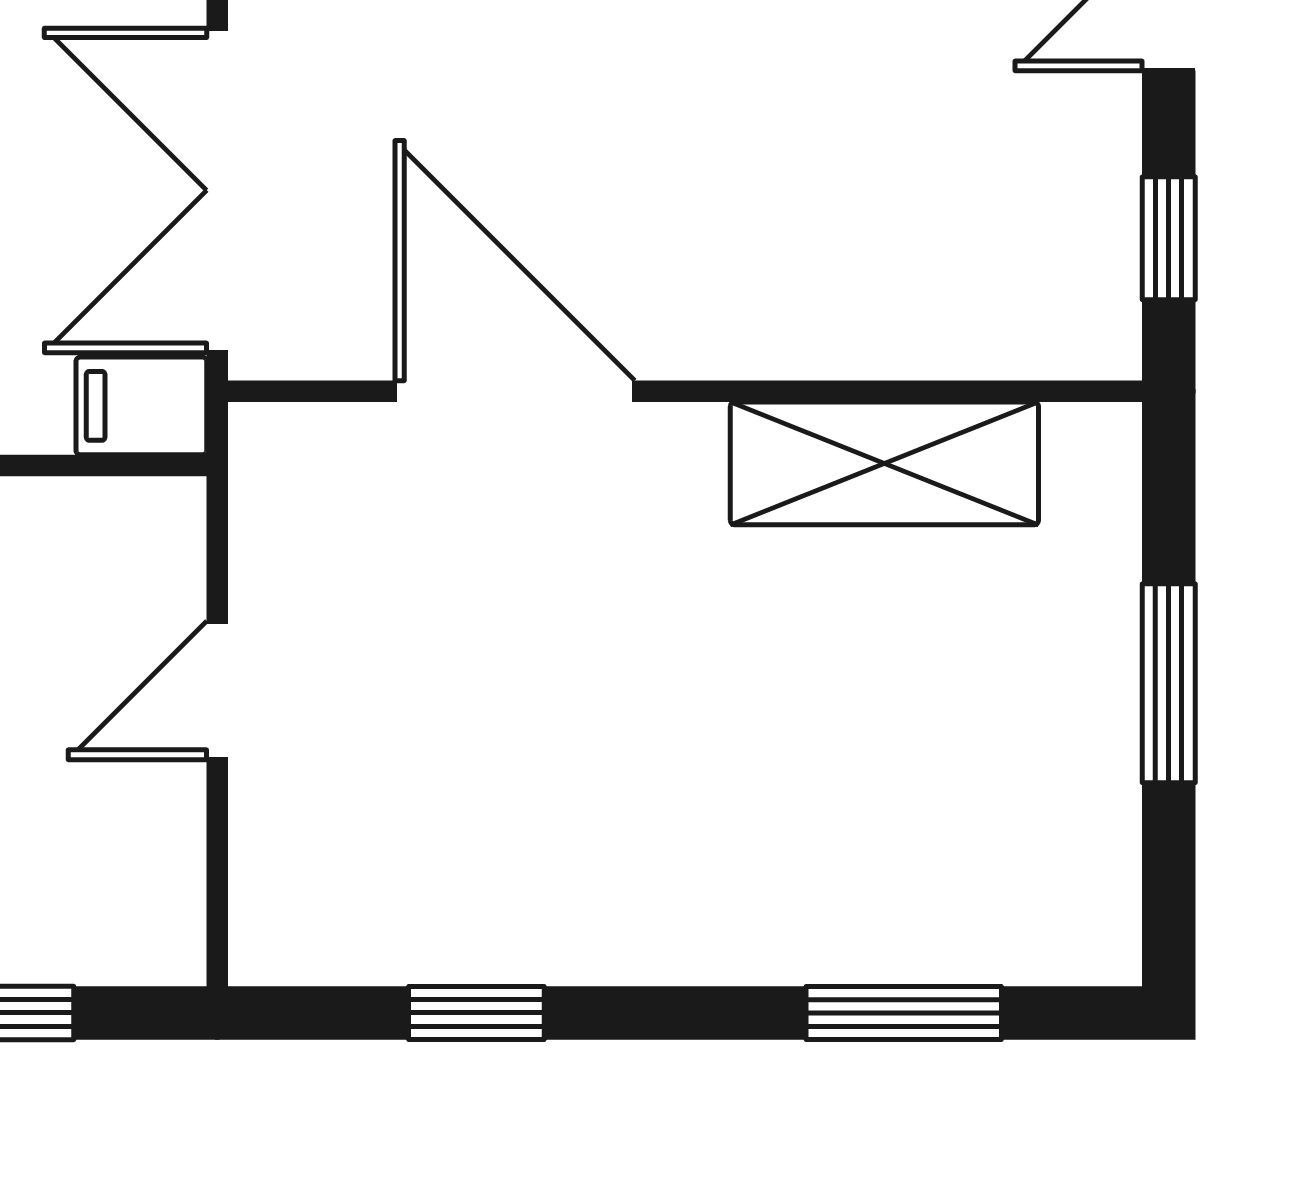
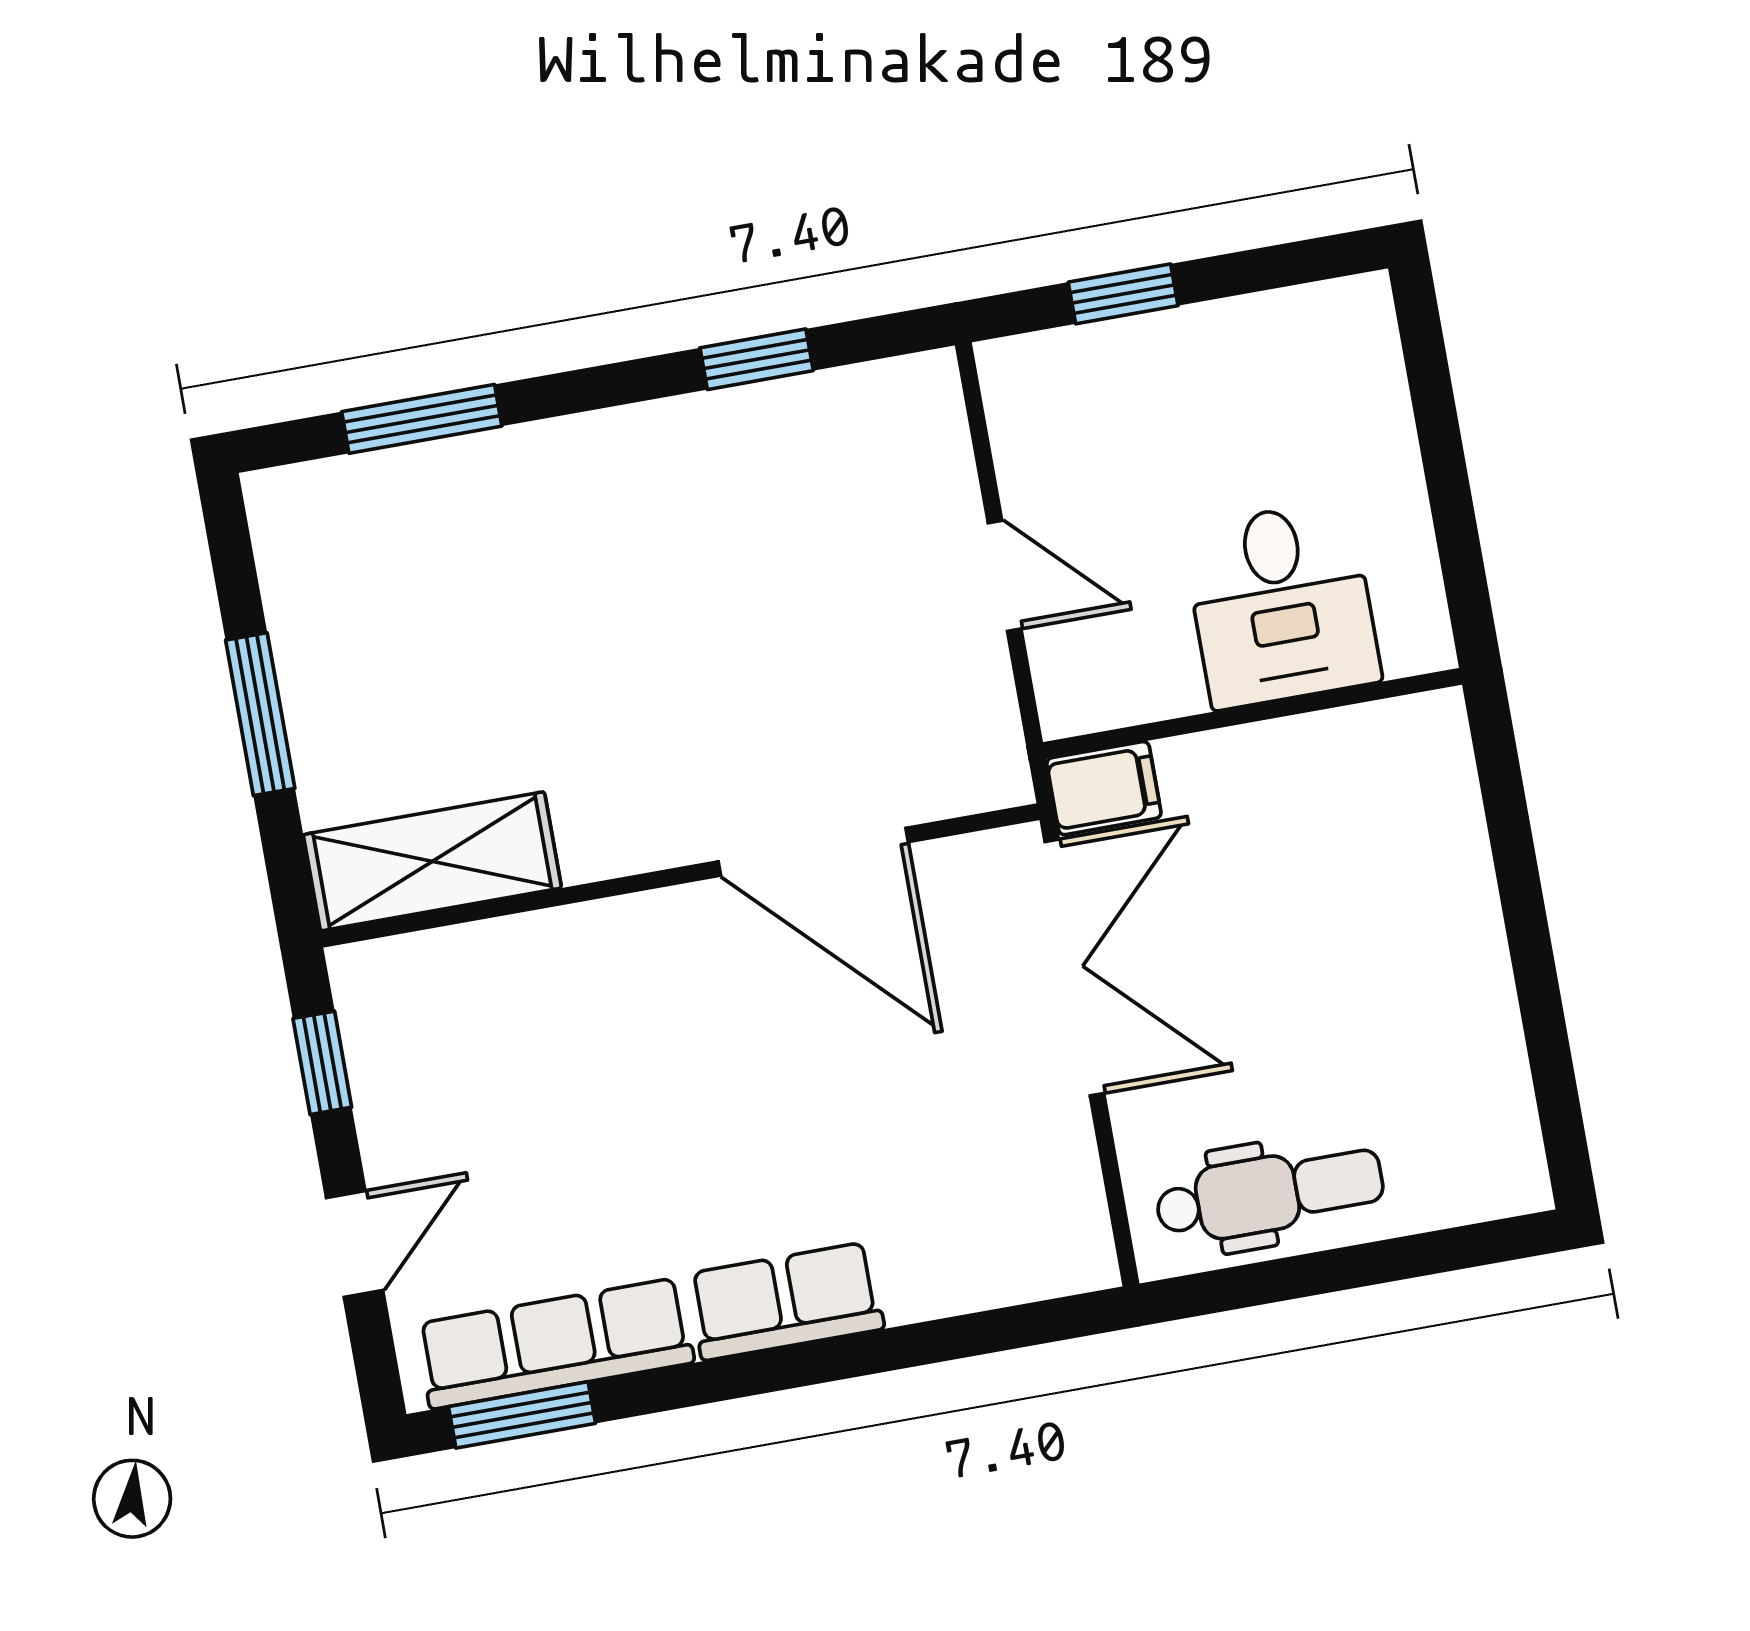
shelving: (884, 463) -> (432, 861), moved
door: (217, 690) -> (1005, 576), hinge flipped

